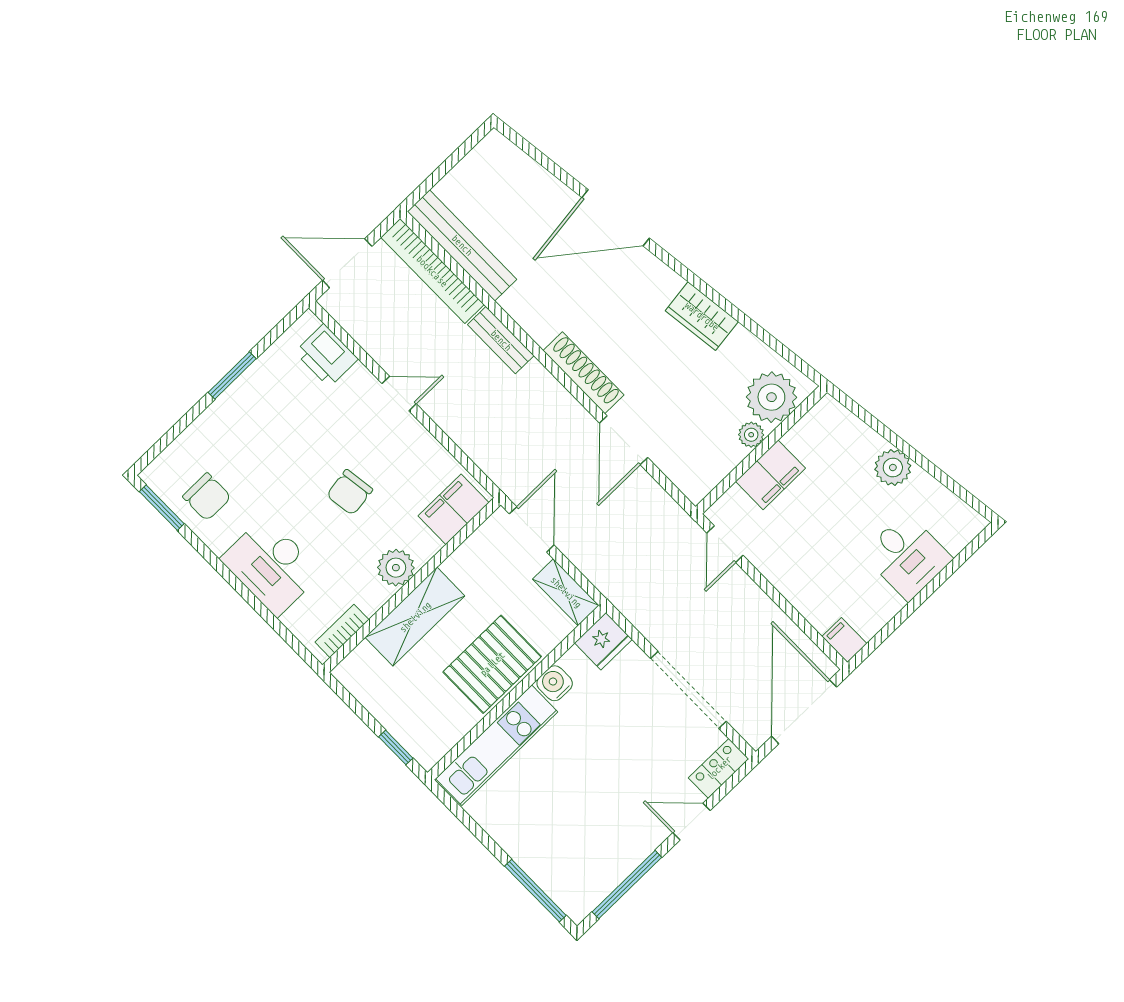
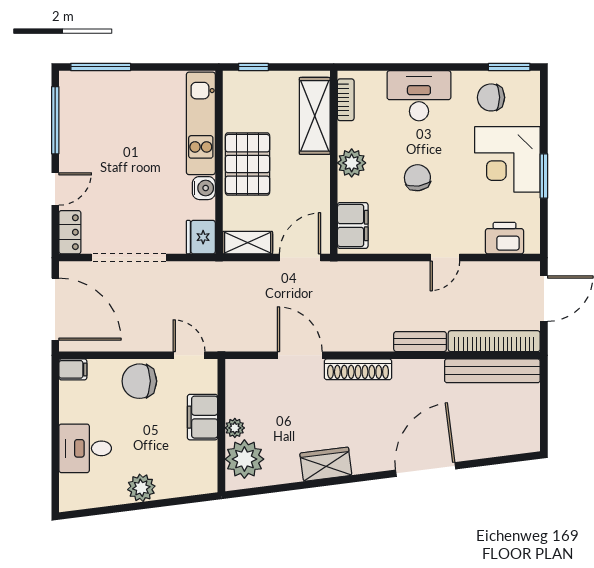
corner desk: (250, 425) -> (507, 159), added
door: (532, 529) -> (300, 258), swing flipped
chair: (795, 567) -> (139, 381), added
shelving: (415, 617) -> (315, 116), moved

